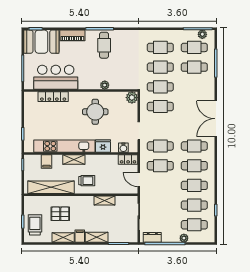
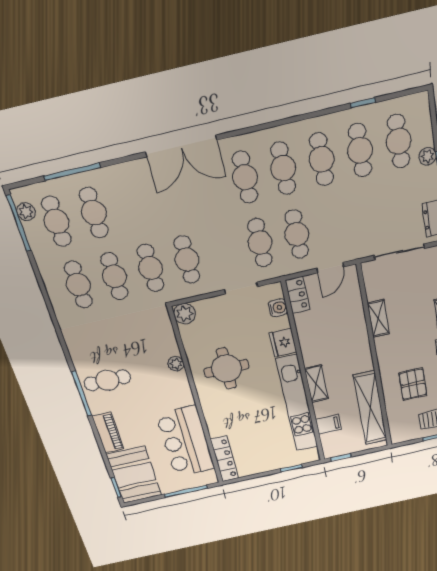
locker: (53, 97) -> (225, 459), moved
trolley: (87, 181) -> (349, 355), removed

